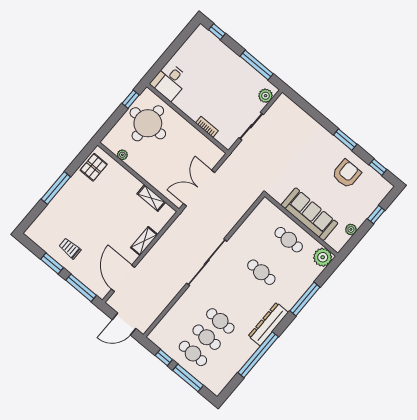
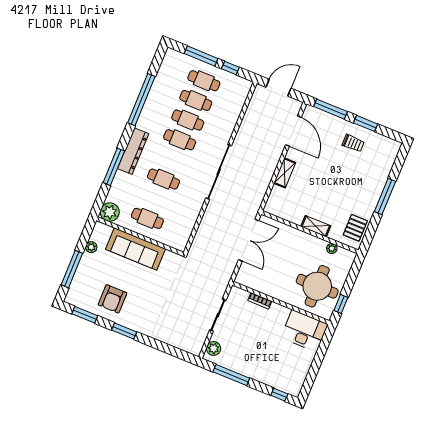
desk: (170, 81) -> (304, 331), width x1.37
window: (378, 167) -> (85, 315), width x1.50
shelving: (151, 198) -> (316, 226), moved
window: (376, 215) -> (72, 269), width x2.17
cafe table: (234, 305) -> (180, 140), added
dresser: (268, 324) -> (133, 151), moved

